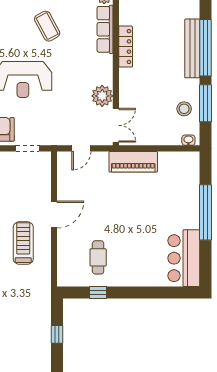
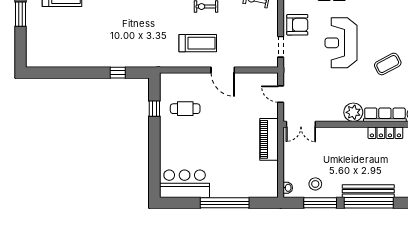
locker: (126, 47) -> (385, 133), moved
plant: (102, 96) -> (353, 112), moved

